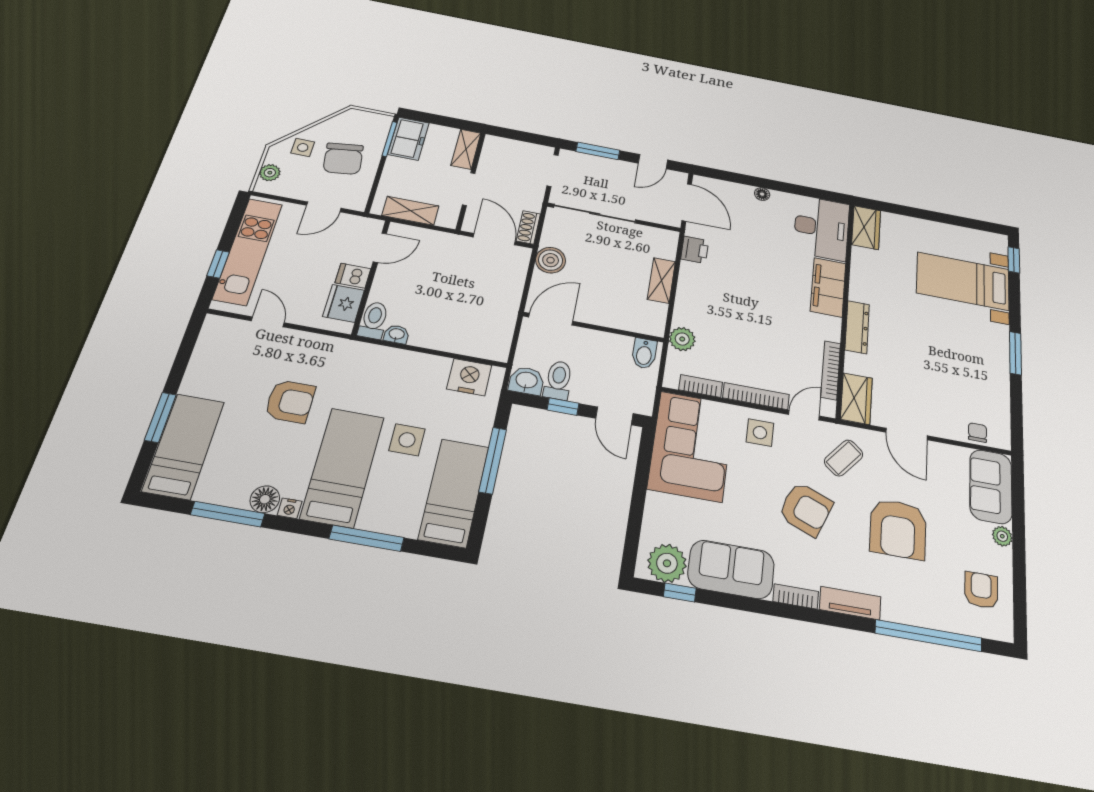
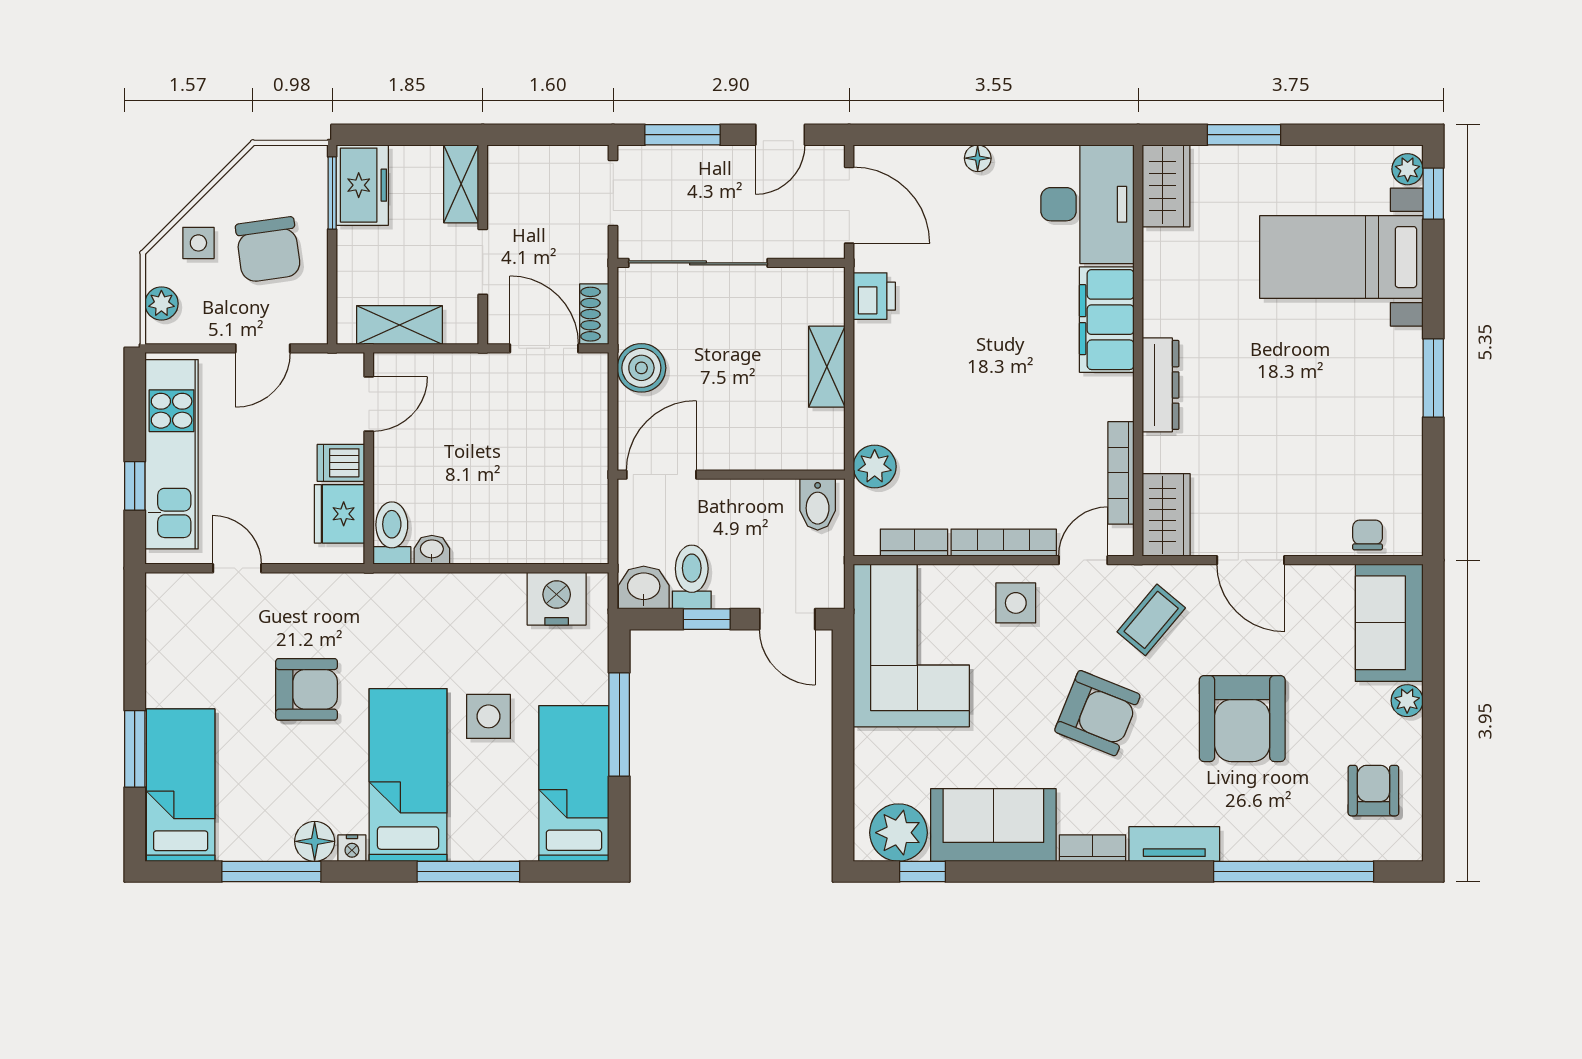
window: (910, 212) -> (1244, 135), added
plant: (1000, 245) -> (1408, 169), added

